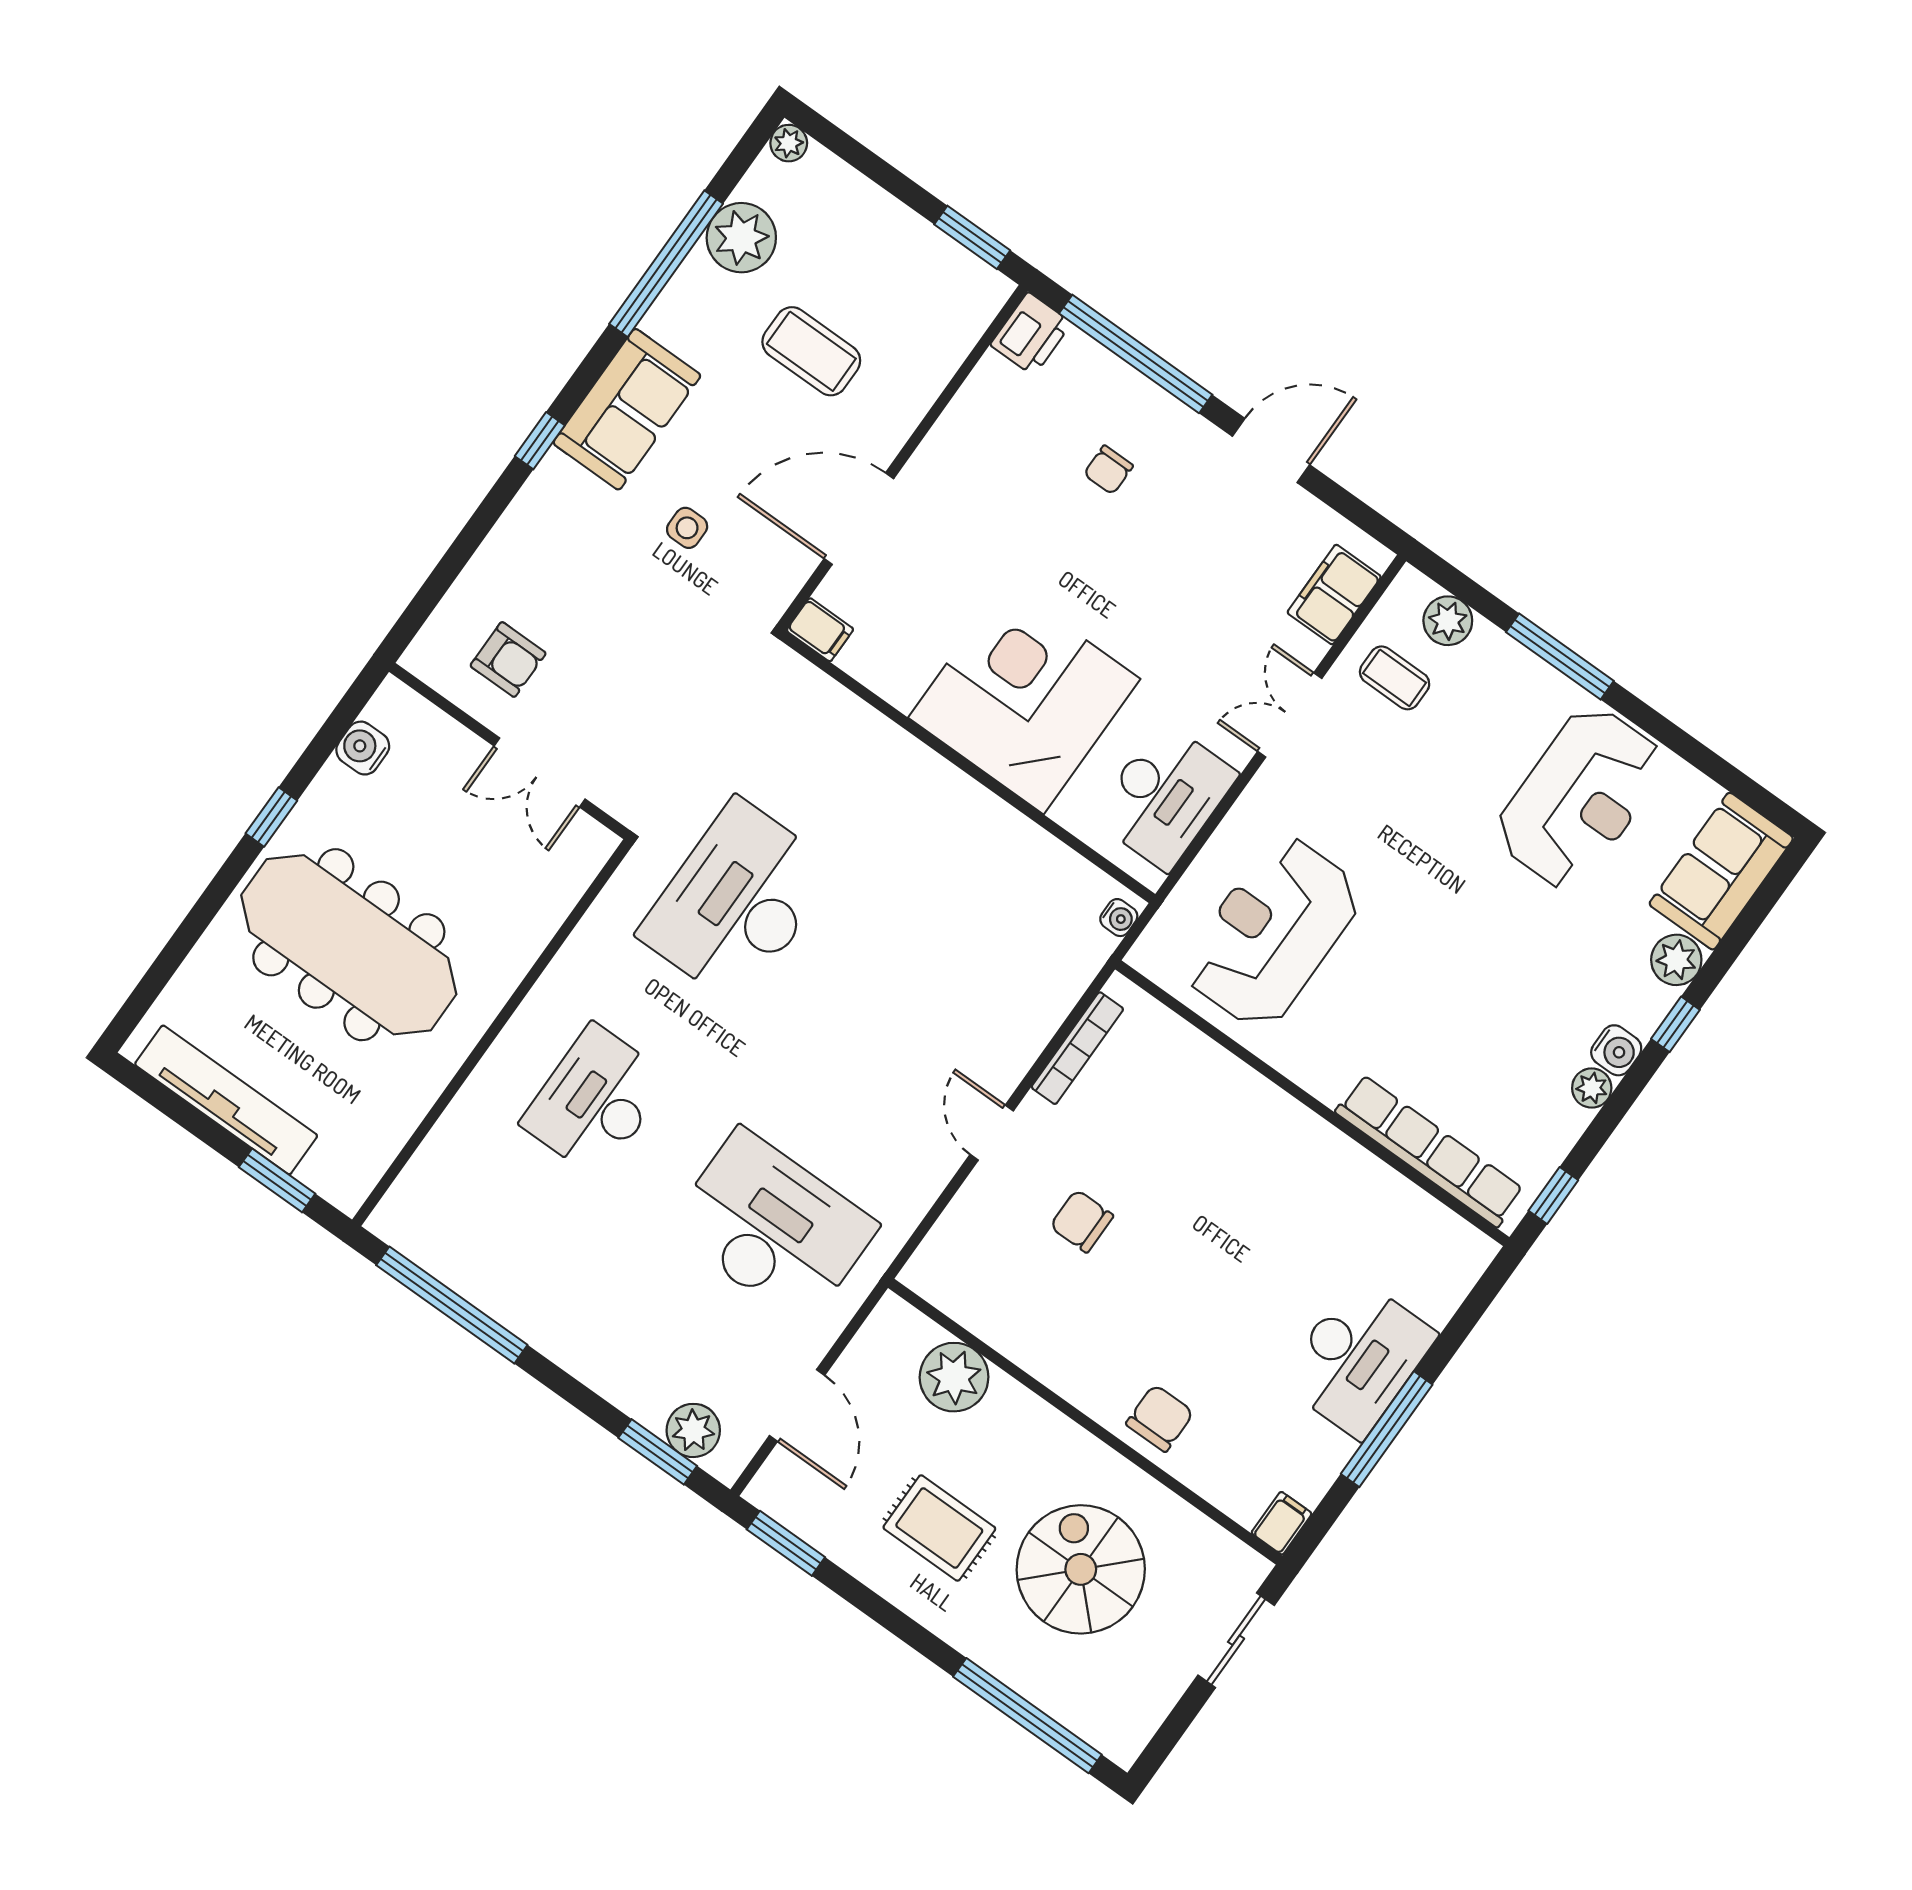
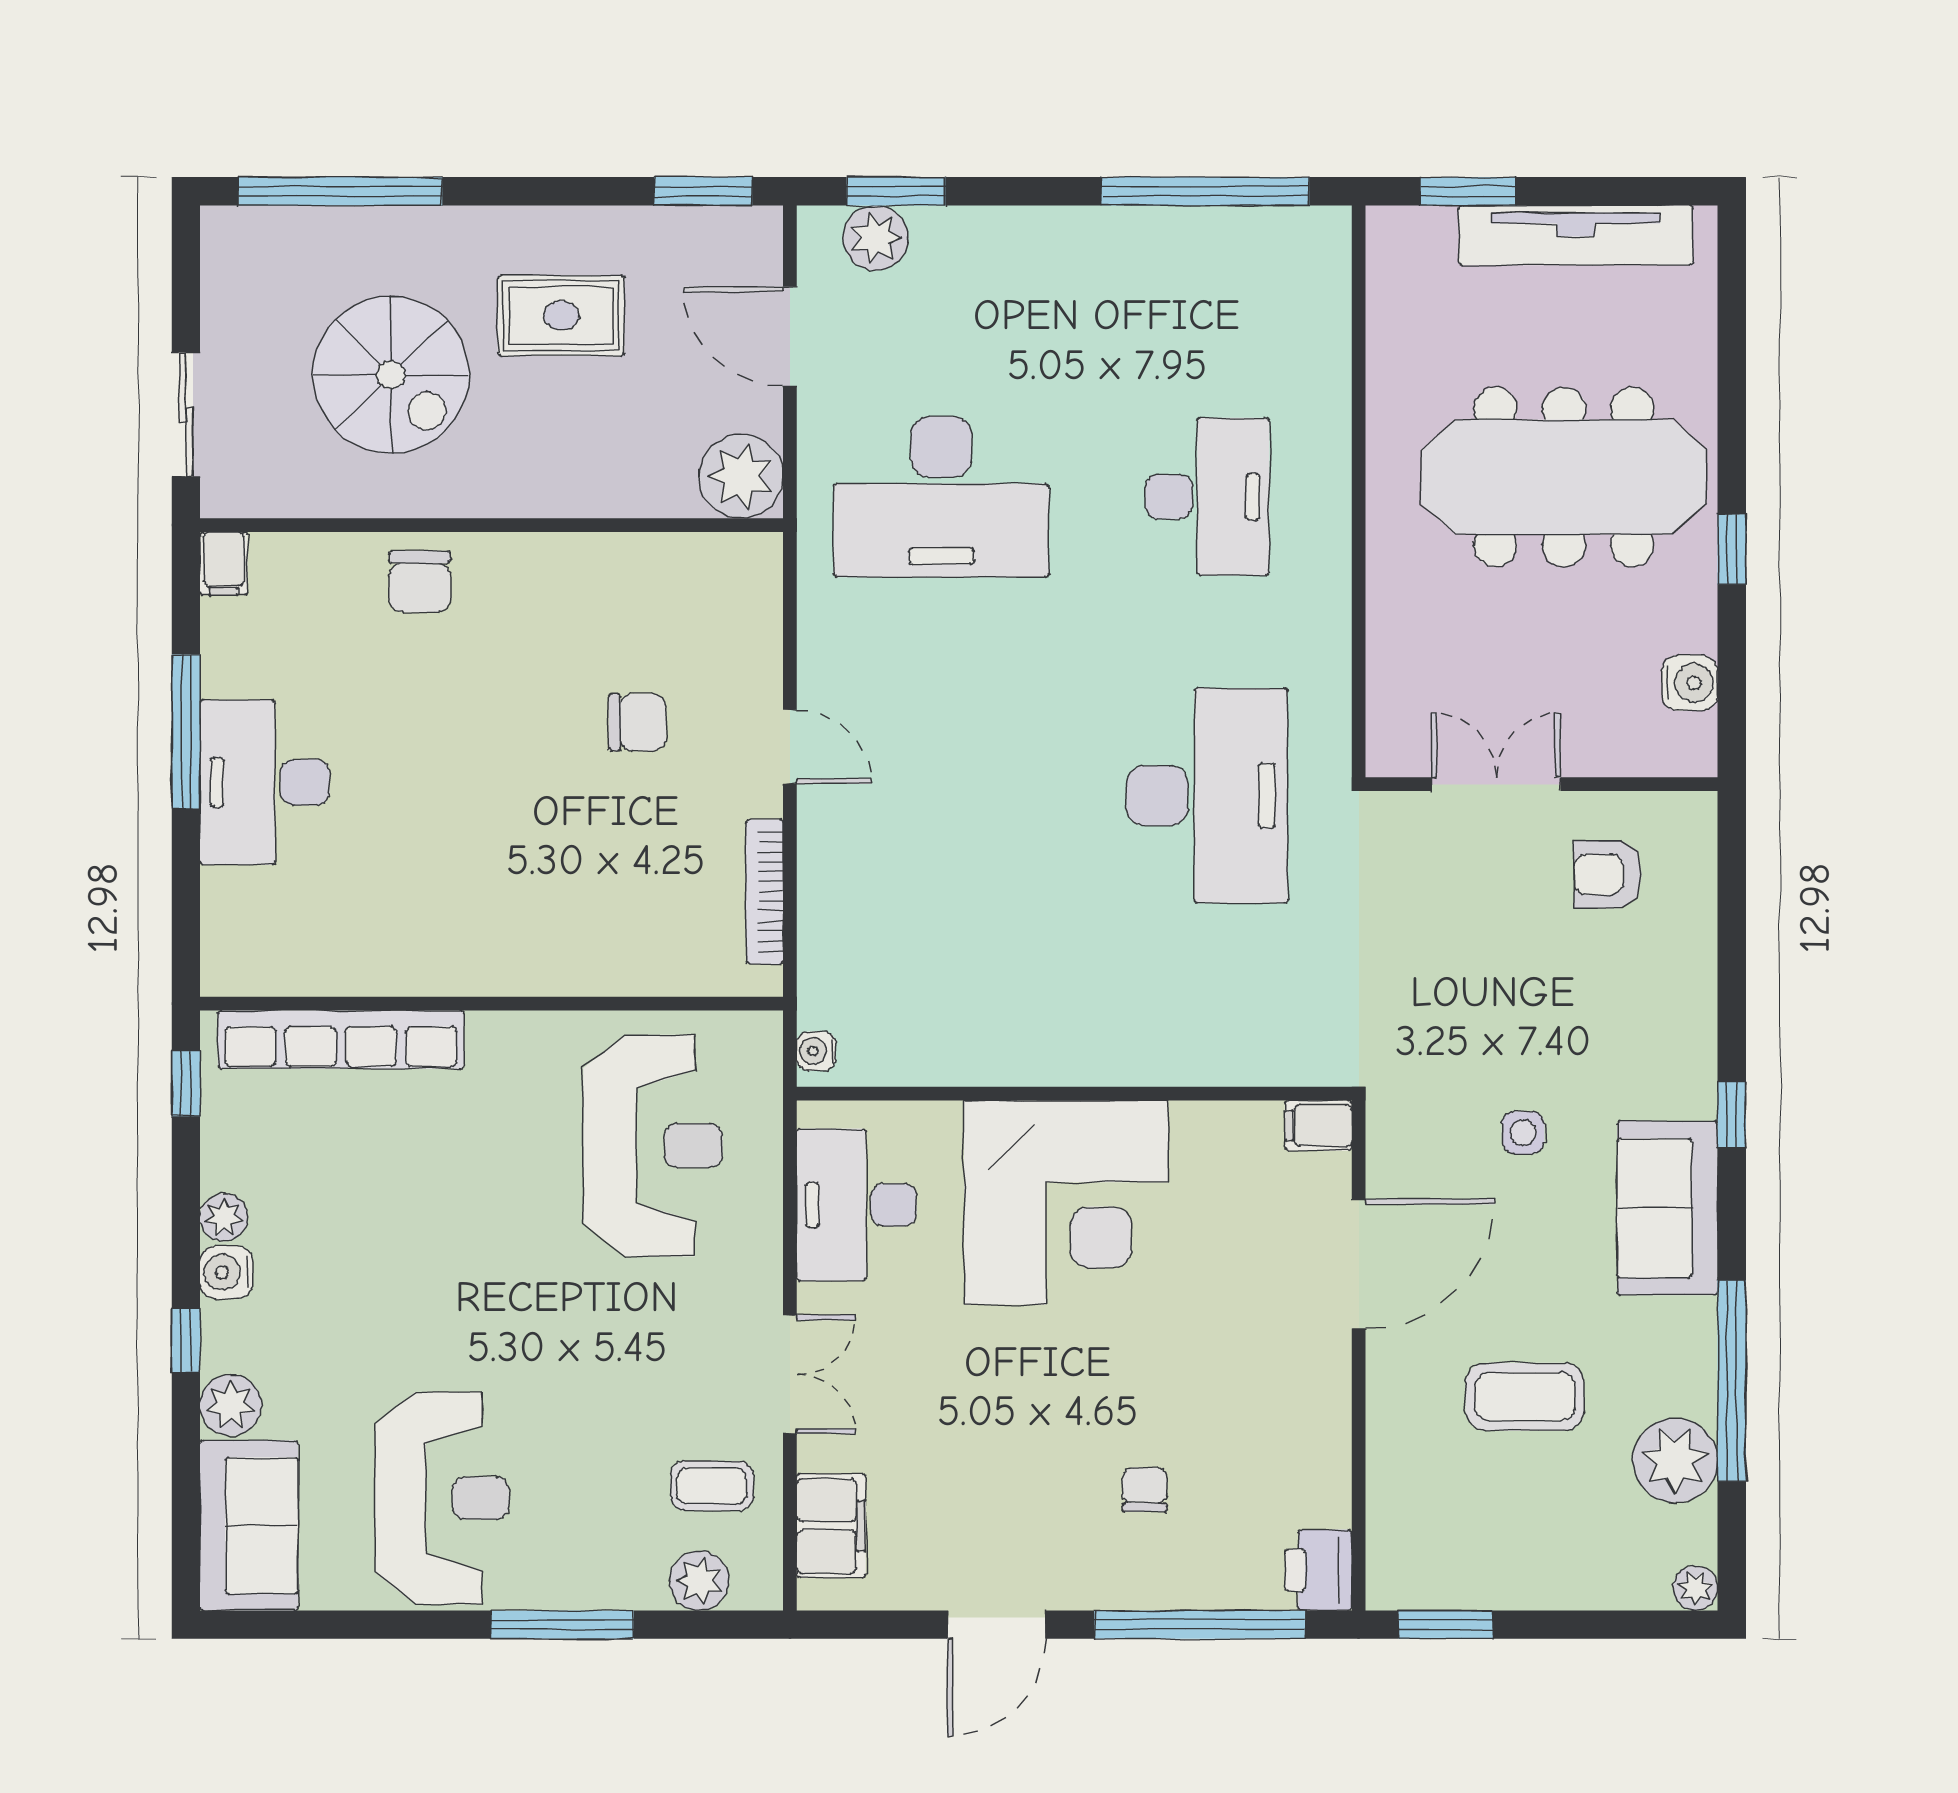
reception desk: (1580, 798) -> (442, 1498), turned 180
plant: (954, 1377) -> (741, 476), moved

